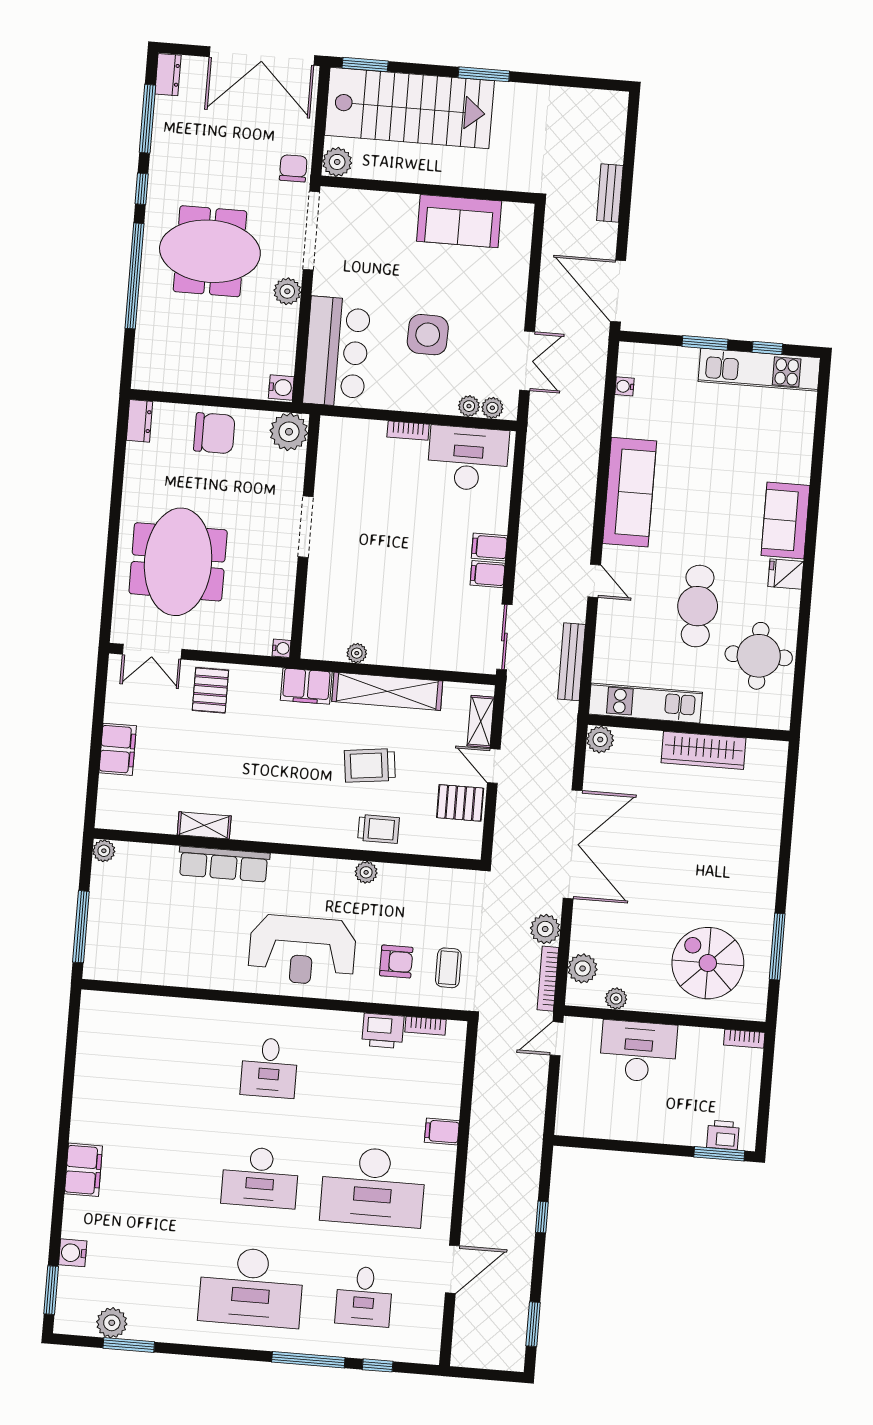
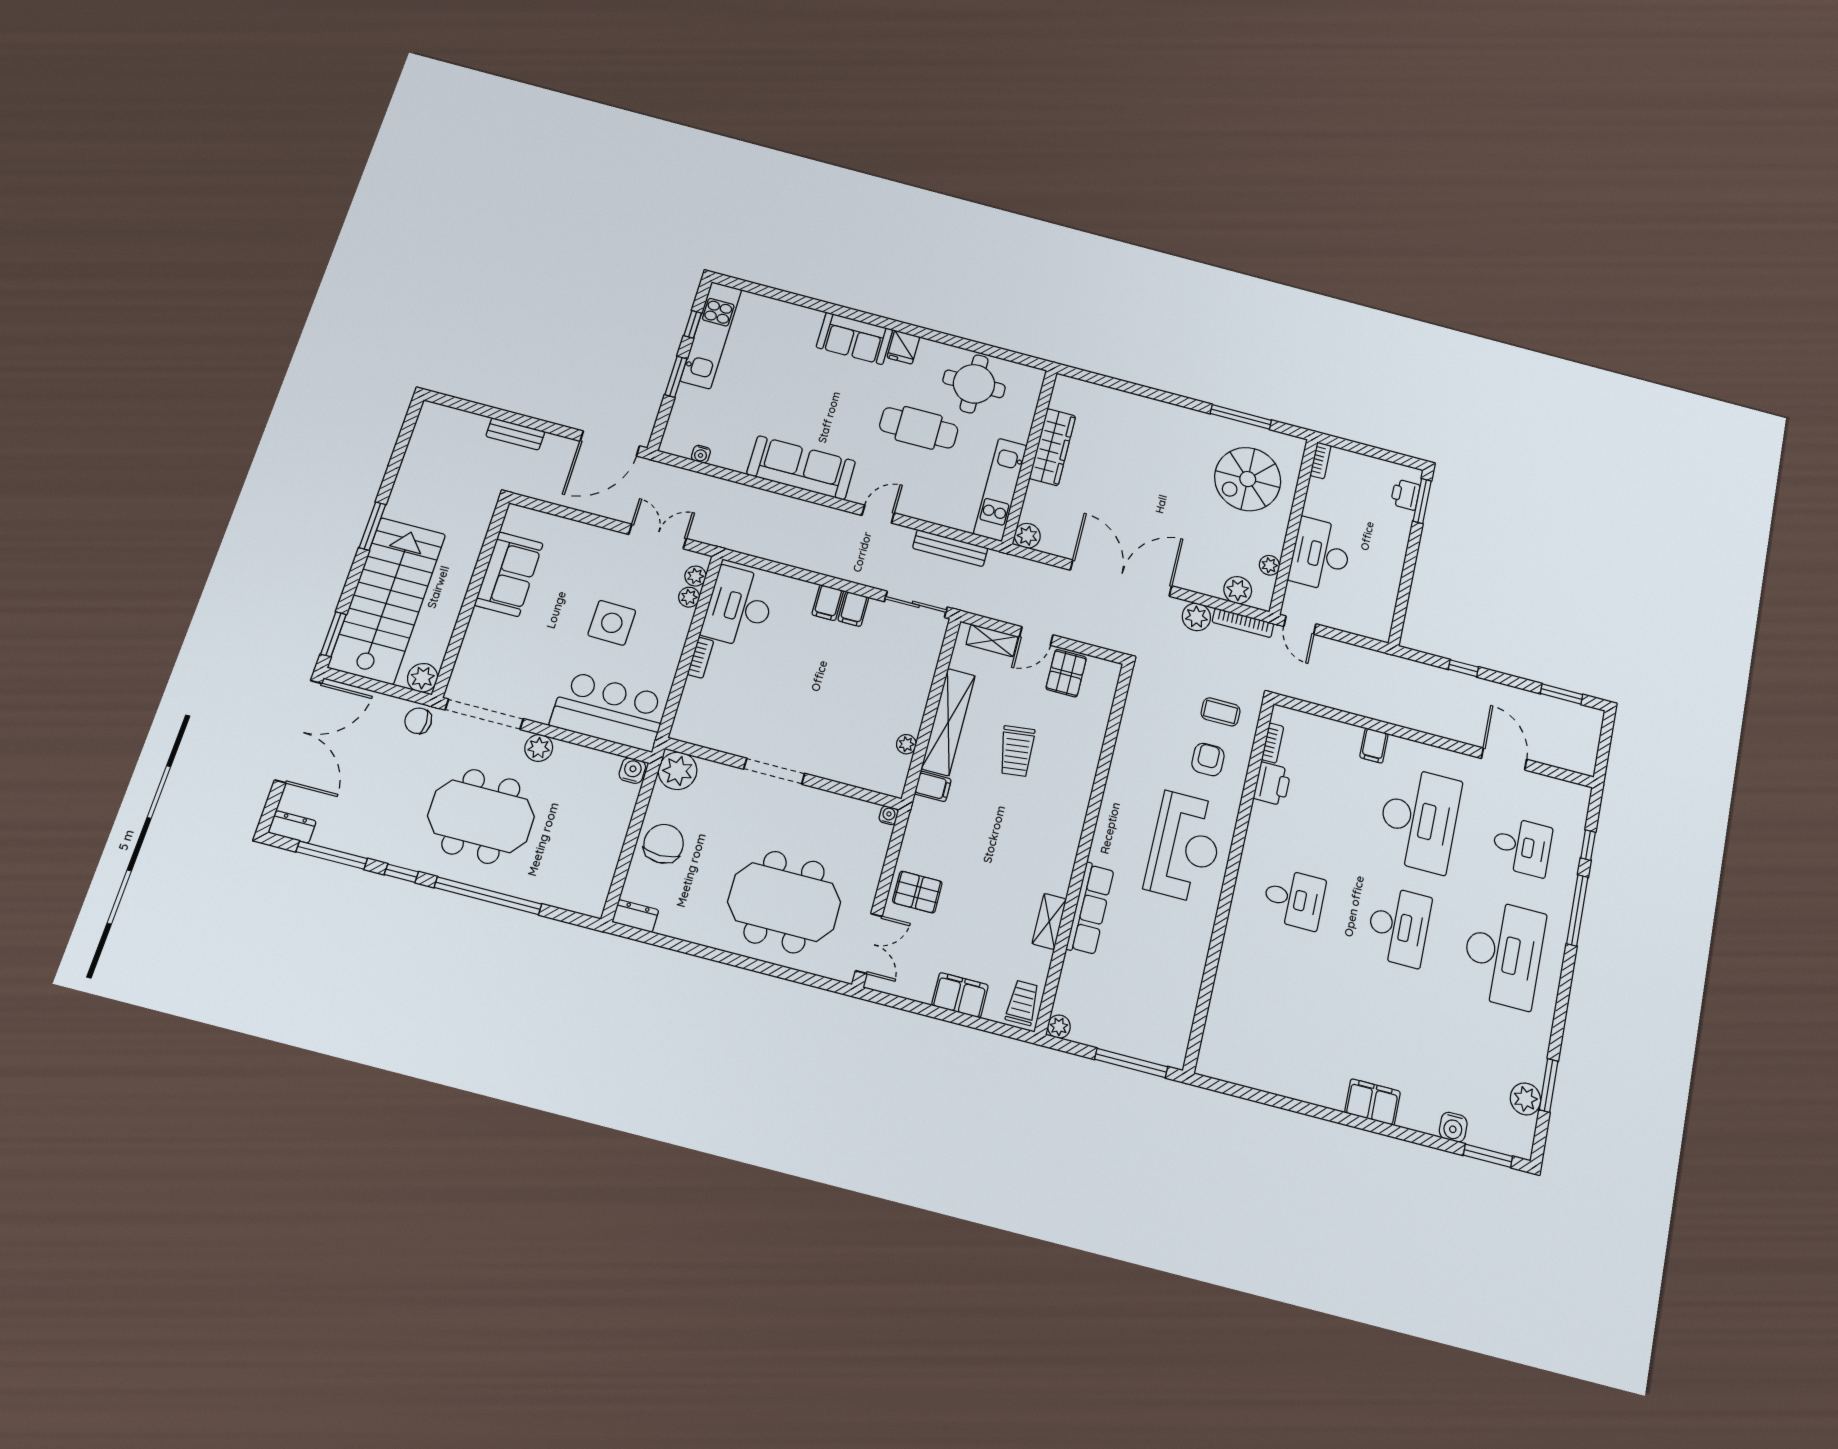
meeting table: (210, 251) -> (481, 816), turned 90
filing cabinet: (306, 686) -> (933, 786), width x0.50
trolley: (379, 829) -> (1022, 1003), moved
plant: (366, 872) -> (1119, 773), removed

